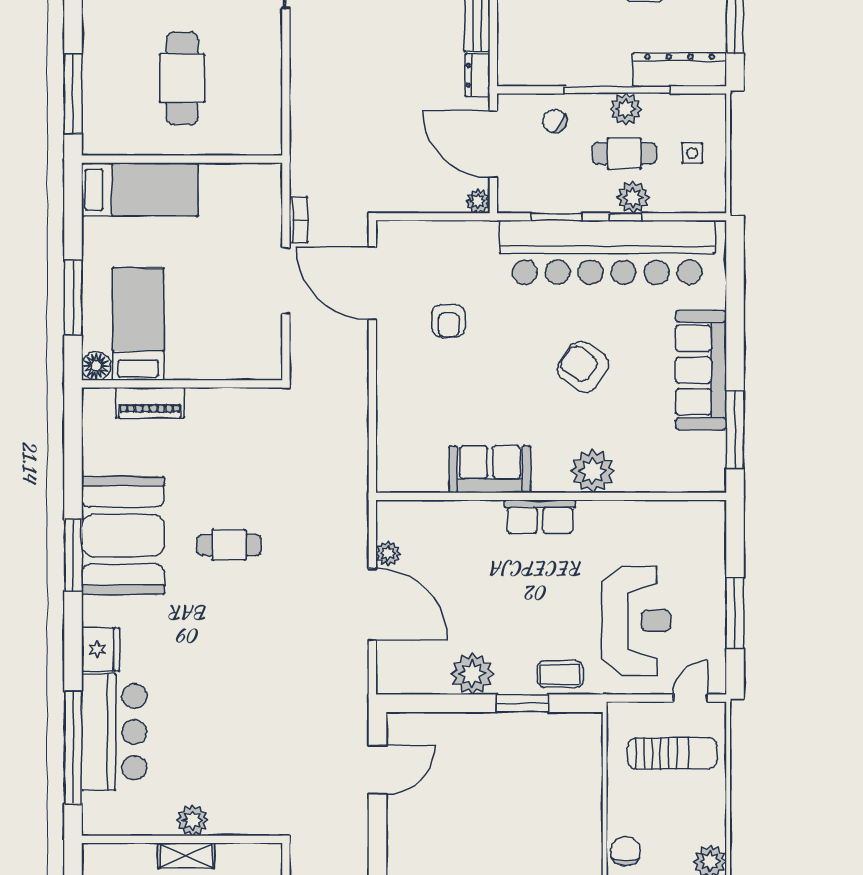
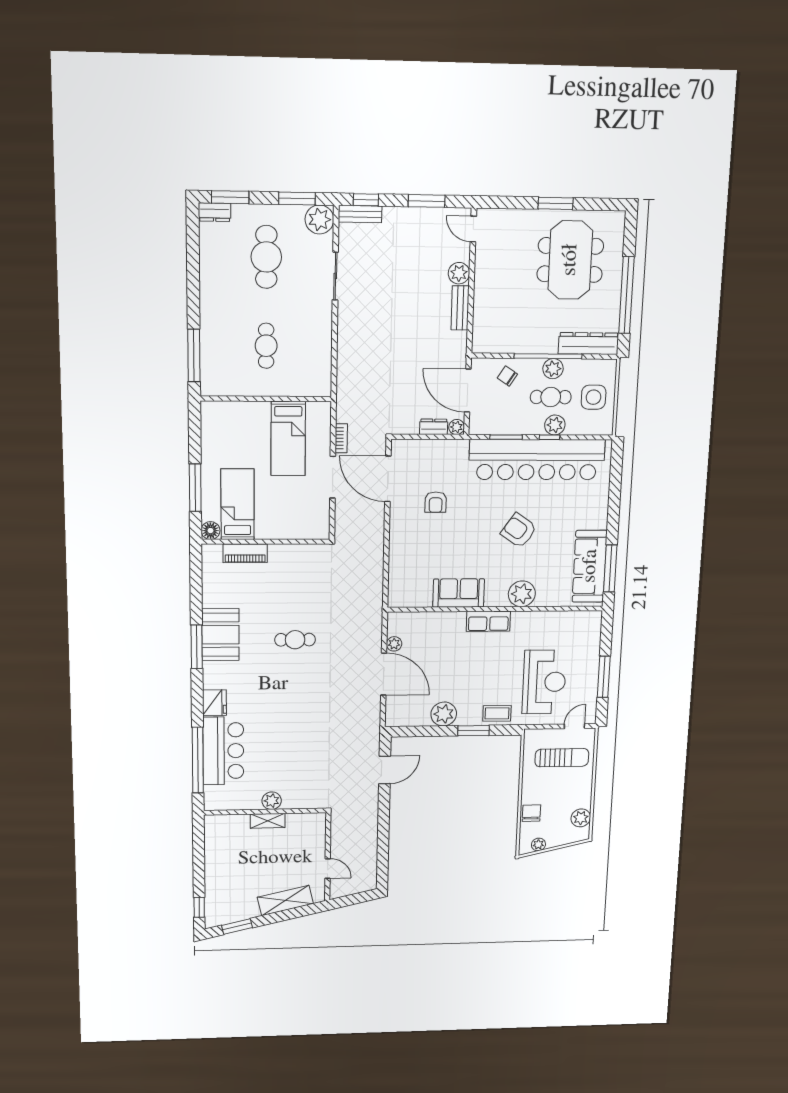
dresser: (478, 75) -> (434, 427), moved, turned 90
cafe table: (182, 78) -> (266, 346), width x0.73, depth x0.74
side table: (692, 153) -> (594, 397), width x1.87, depth x1.87
bed: (140, 190) -> (288, 439), moved, turned 90
sofa: (701, 370) -> (590, 566), moved
booth: (123, 535) -> (220, 635), width x0.73, depth x0.70

